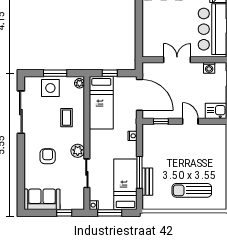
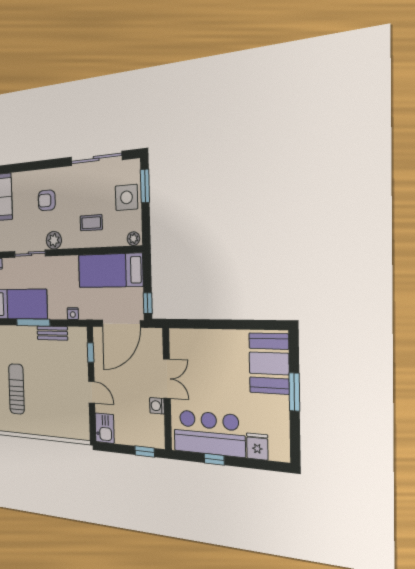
washing machine: (209, 68) -> (157, 406), moved
window: (55, 73) -> (145, 186), moved
window: (110, 73) -> (148, 303), moved
door: (190, 121) -> (92, 392), hinge flipped
armchair: (48, 156) -> (47, 200), turned 180
bench: (147, 182) -> (52, 333), moved

